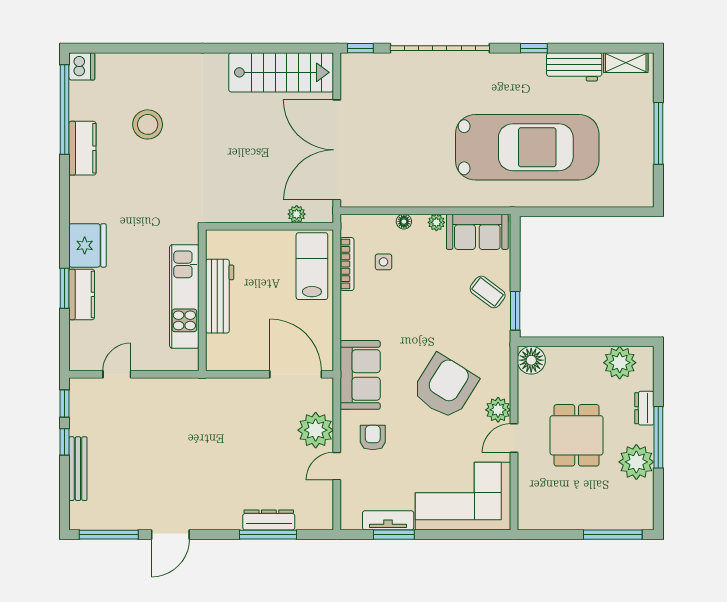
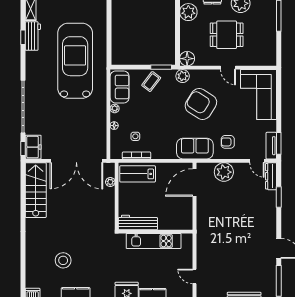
window: (534, 48) -> (23, 37), moved
freezer: (363, 67) -> (33, 147), added
workbench: (220, 296) -> (138, 222), moved
plant: (498, 410) -> (183, 76), moved
door: (337, 466) -> (257, 161), moved
dresser: (269, 520) -> (271, 176), moved
tv unit: (388, 520) -> (271, 146), moved
window: (268, 535) -> (279, 197), width x0.69
window: (394, 535) -> (279, 143), moved

